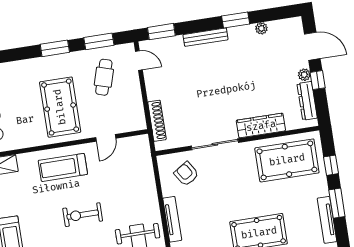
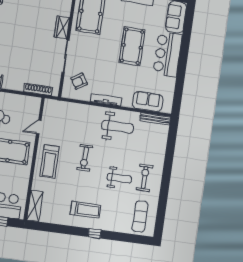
wardrobe: (261, 126) -> (62, 27), width x0.67
door: (106, 138) -> (39, 127), swing flipped

